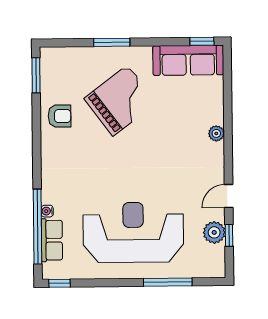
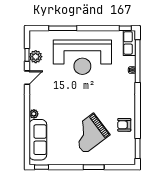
sofa: (188, 60) -> (38, 140), moved, turned 90
row of seats: (52, 240) -> (129, 43), moved

